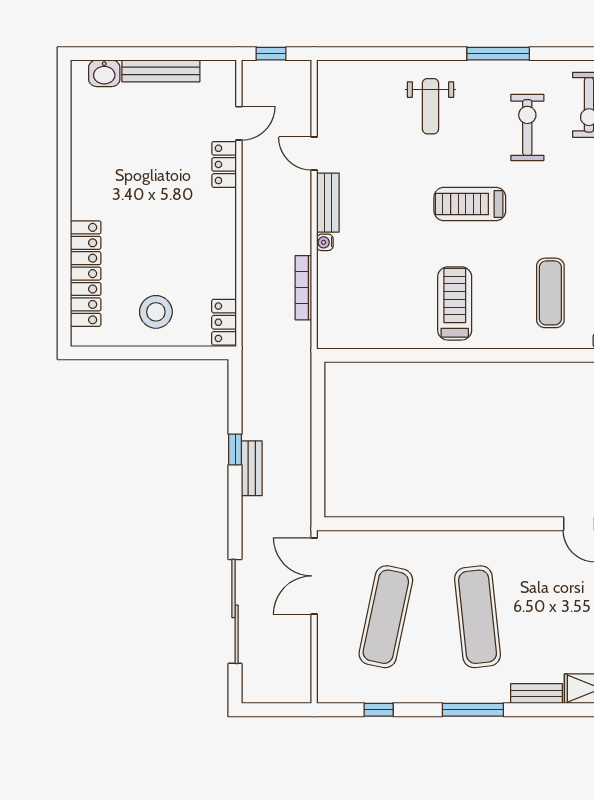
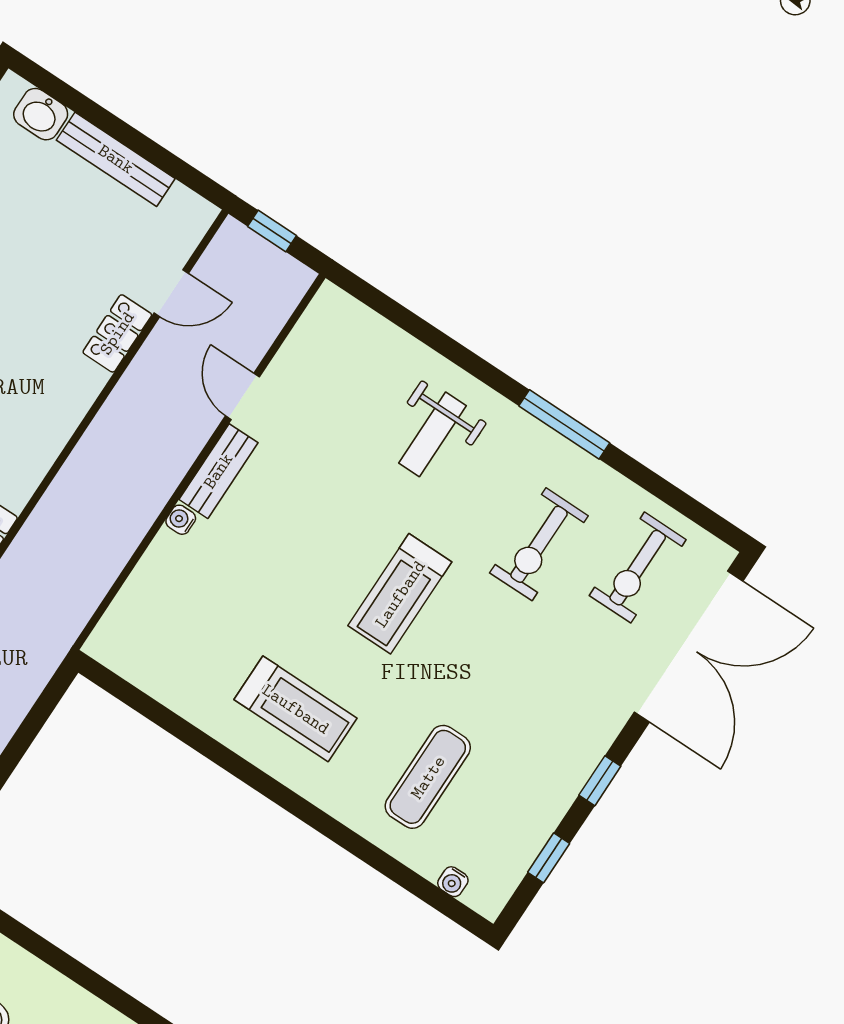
exercise bike: (527, 128) -> (539, 544), turned 180
treadmill: (470, 204) -> (400, 594), turned -90
bookcase: (303, 288) -> (114, 560), removed
treadmill: (455, 303) -> (296, 709), turned 90

